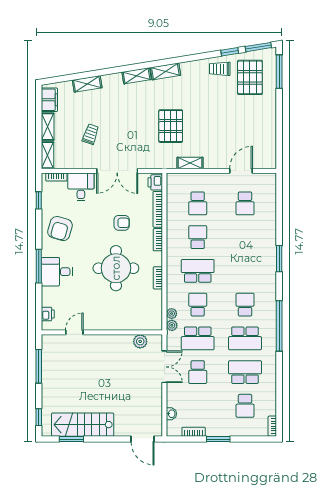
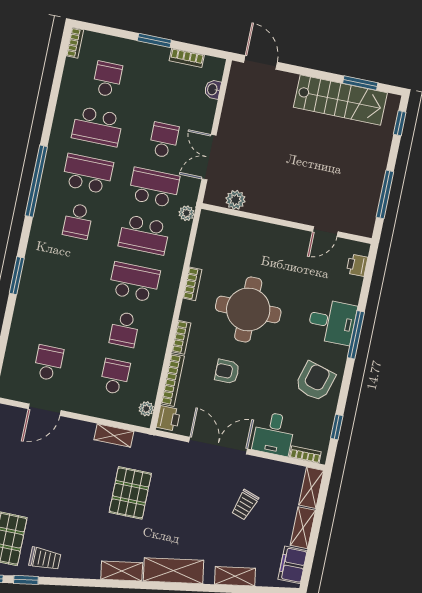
shelving: (137, 76) -> (173, 571), width x1.50, depth x1.33
school desk: (198, 271) -> (134, 282), turned 180
school desk: (198, 305) -> (144, 235), width x1.85
plant: (172, 314) -> (146, 409), moved

